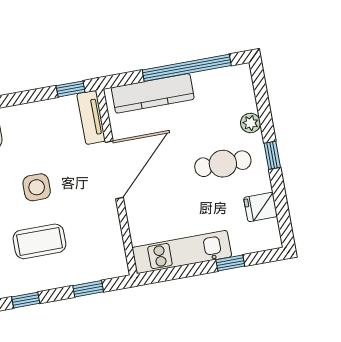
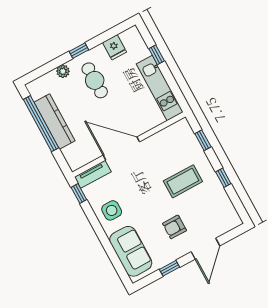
kitchen counter: (153, 93) -> (54, 121), moved
side table: (37, 187) -> (112, 210), moved
coffee table: (39, 241) -> (183, 181), turned 90

